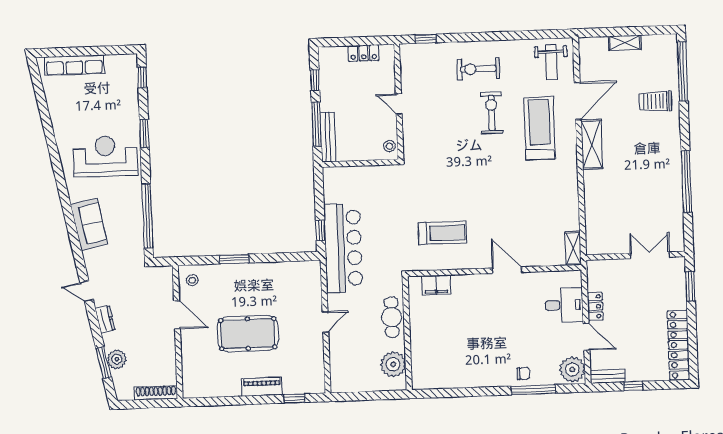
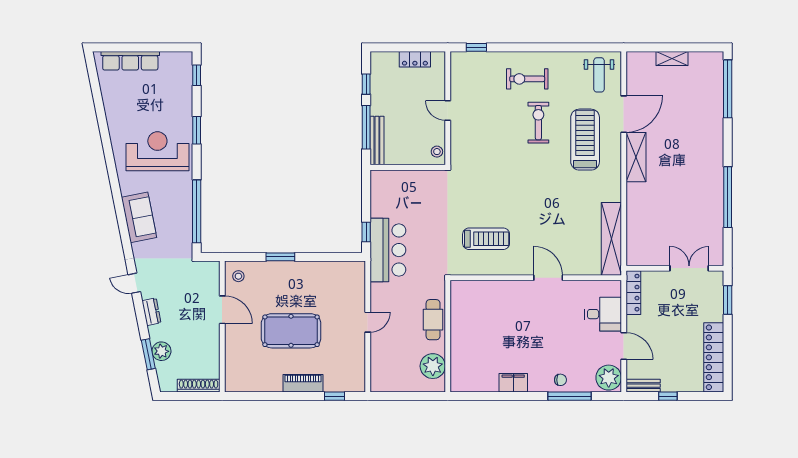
trolley: (656, 101) -> (700, 117), removed
bar counter: (343, 248) -> (388, 250), width x0.73
shelving: (573, 248) -> (611, 239), width x2.20, depth x1.33
filing cabinet: (436, 285) -> (513, 383), moved, turned 180
locker: (595, 306) -> (633, 293), moved, width x1.53

